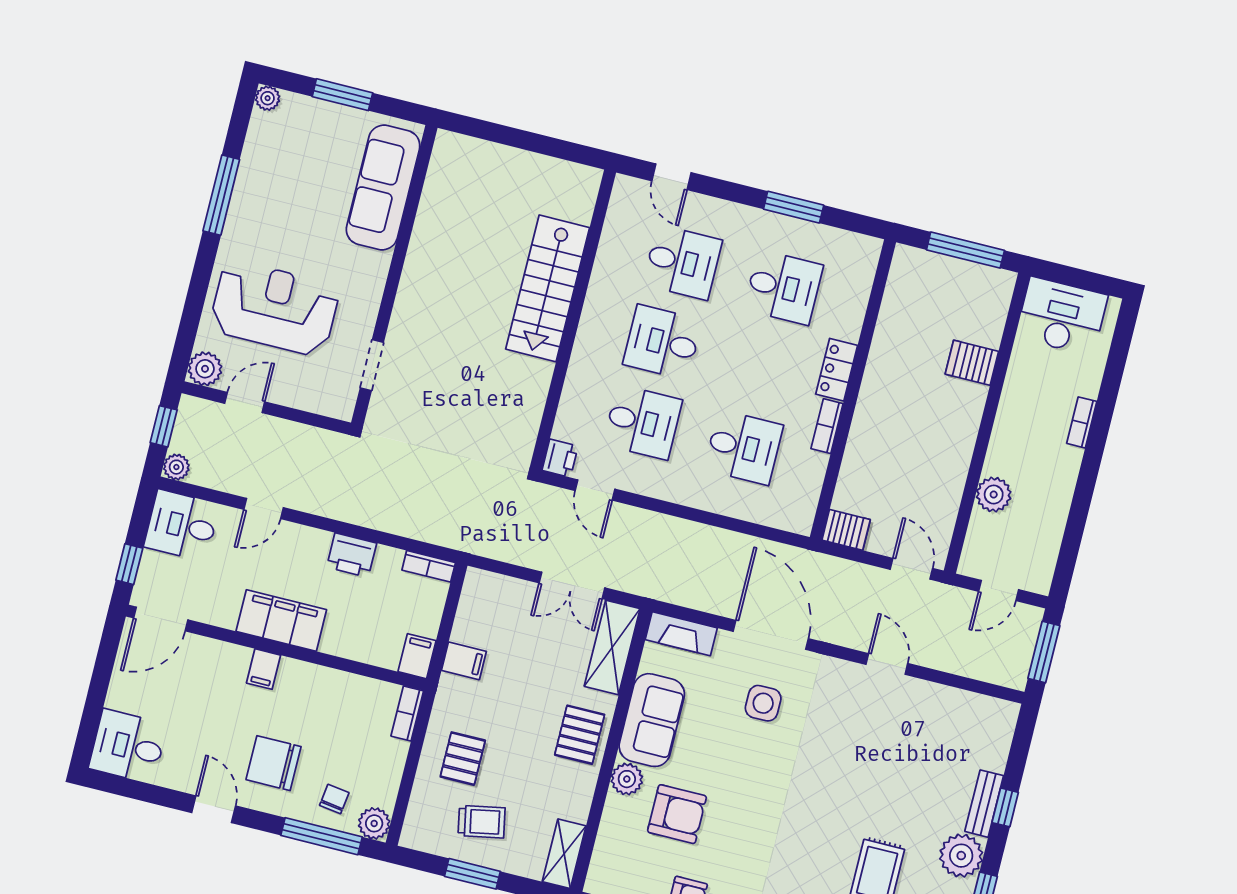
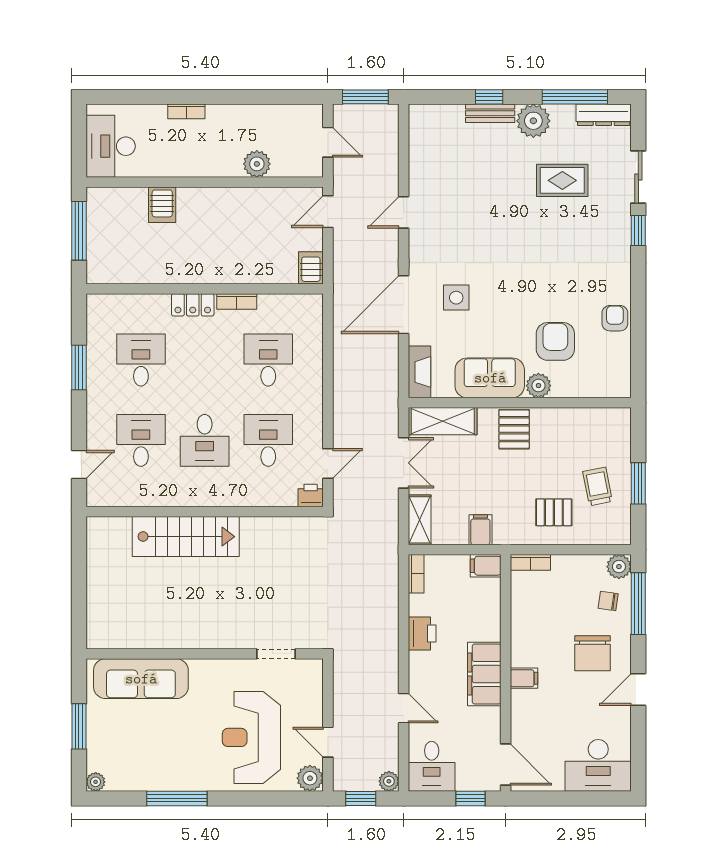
pallet: (580, 735) -> (514, 429), turned 90
desk: (128, 746) -> (598, 765), width x1.37
shelving: (564, 854) -> (420, 520), moved, turned 90

